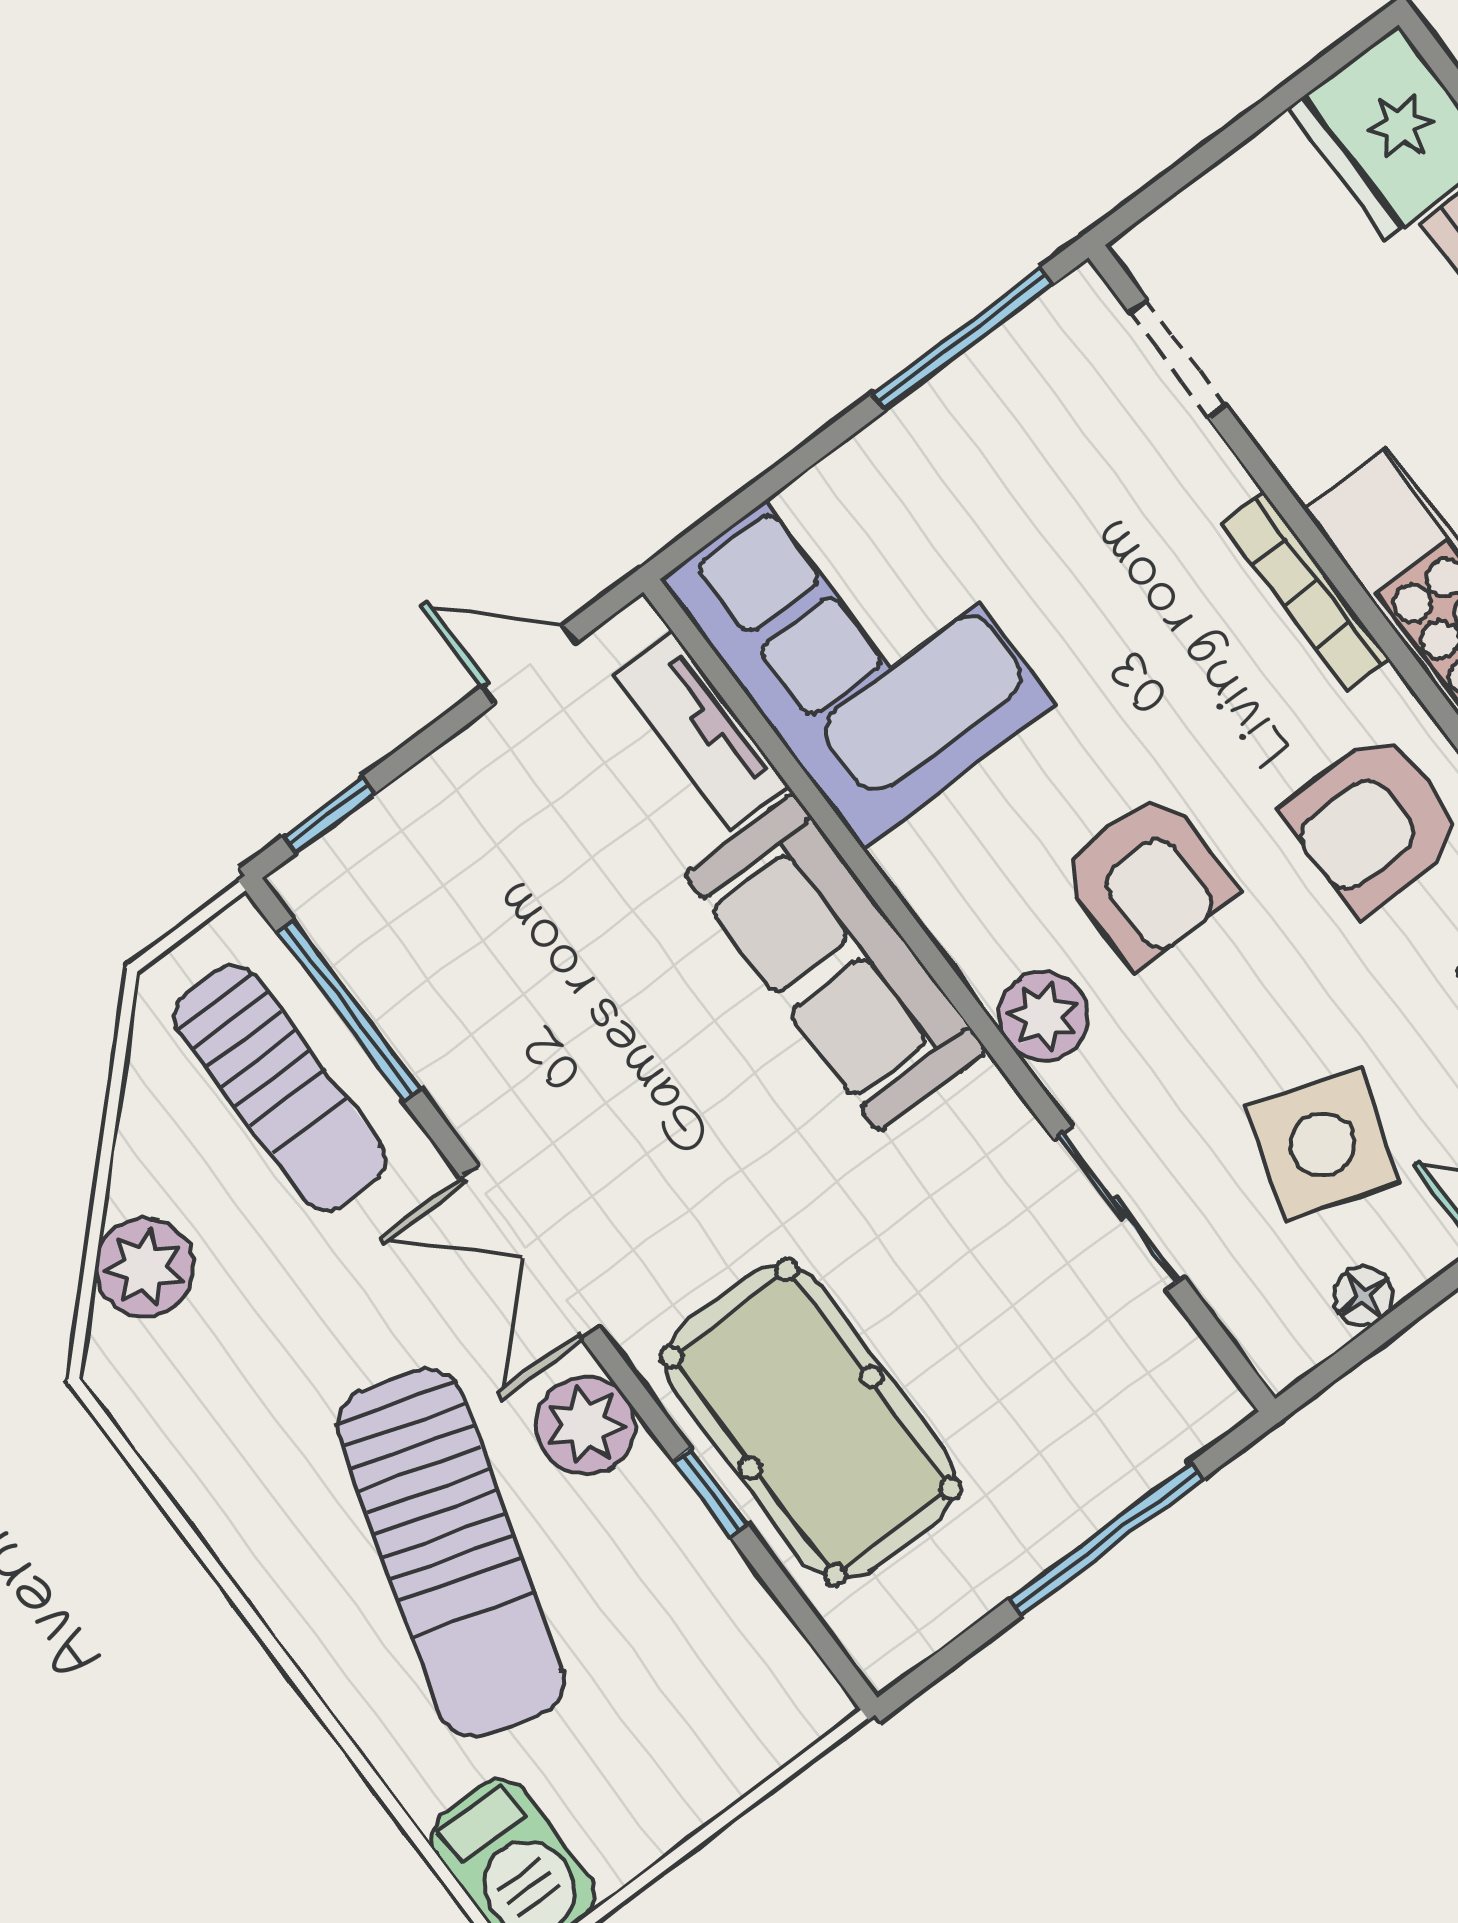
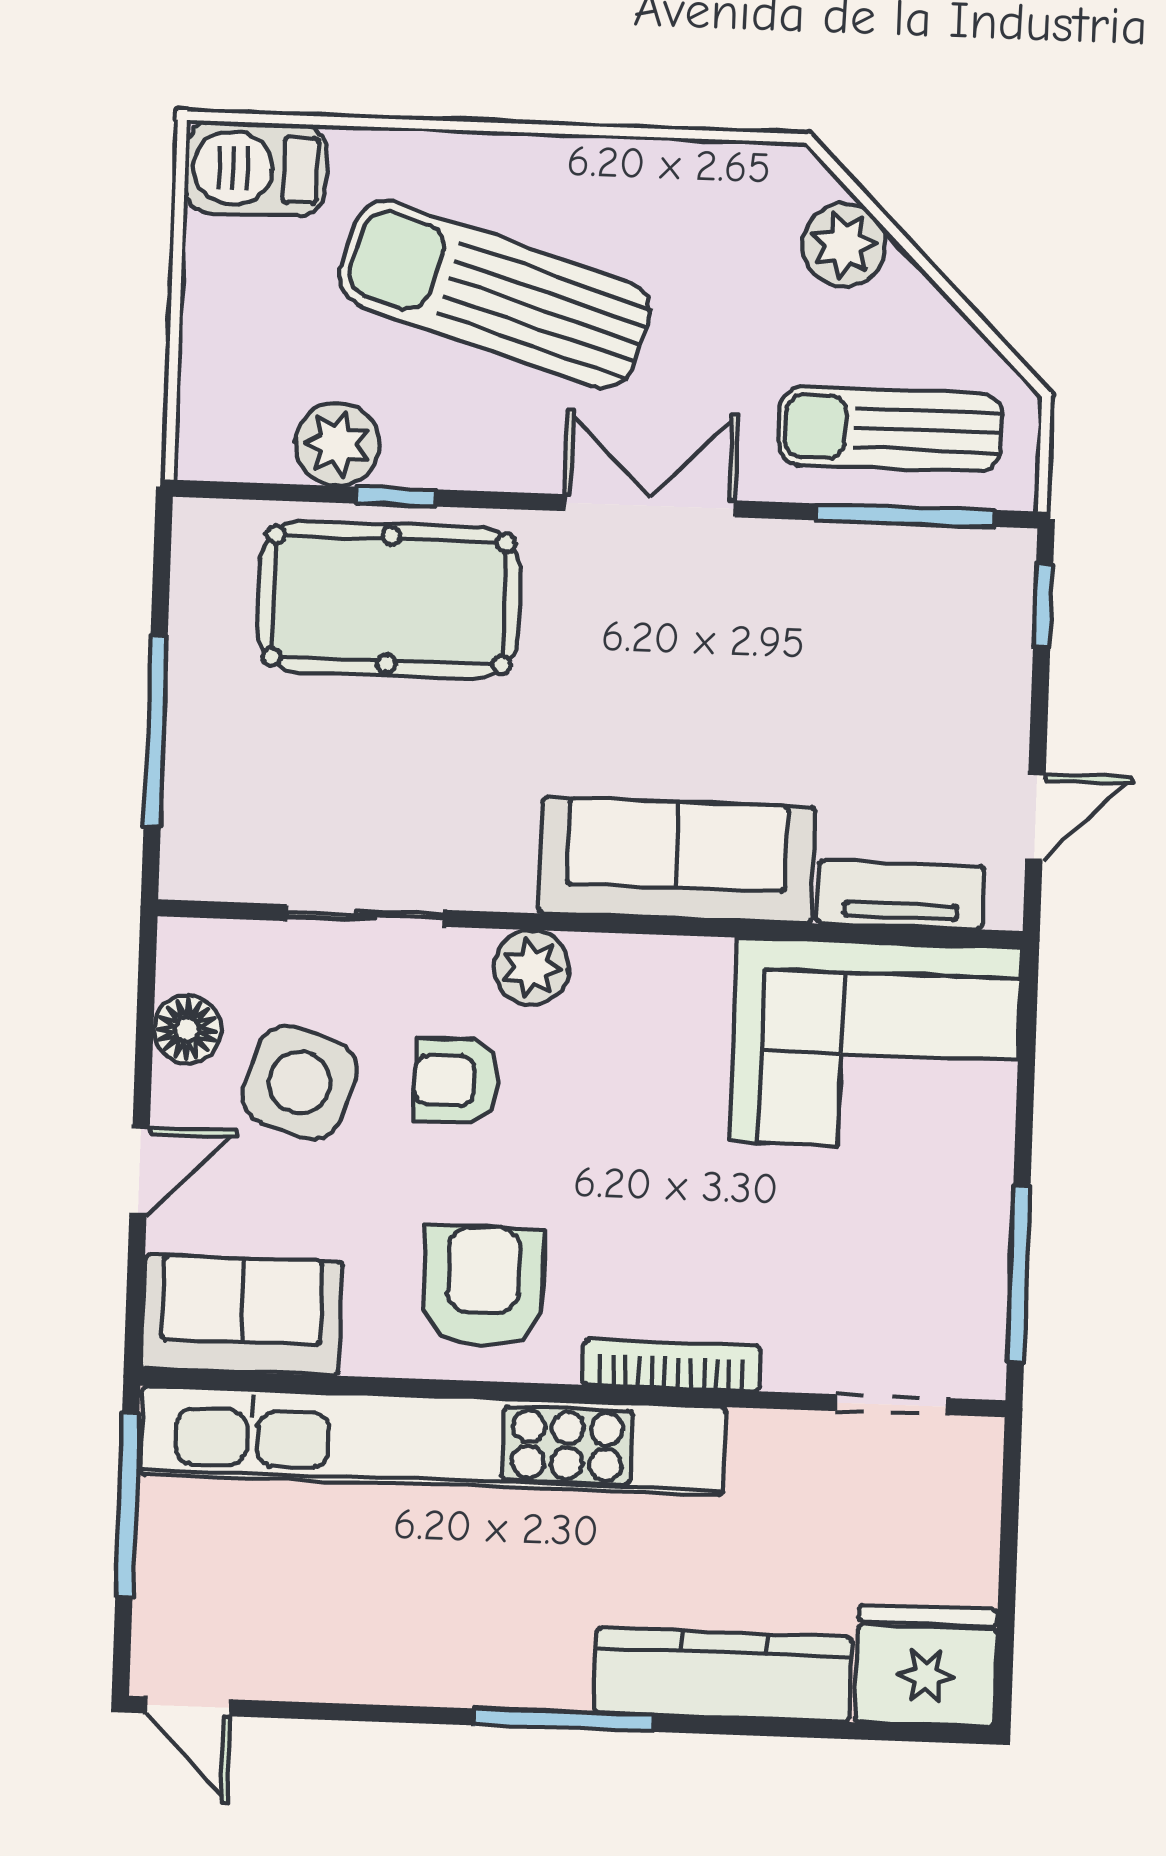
armchair: (1147, 879) -> (456, 1081), moved, width x0.72, depth x0.72
floor lamp: (1364, 1296) -> (187, 1029), width x1.37, depth x1.37
plant: (585, 1425) -> (337, 444), moved

